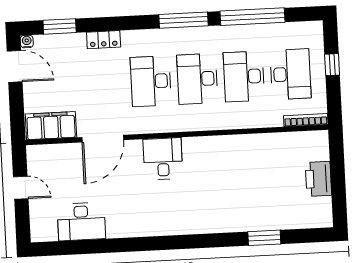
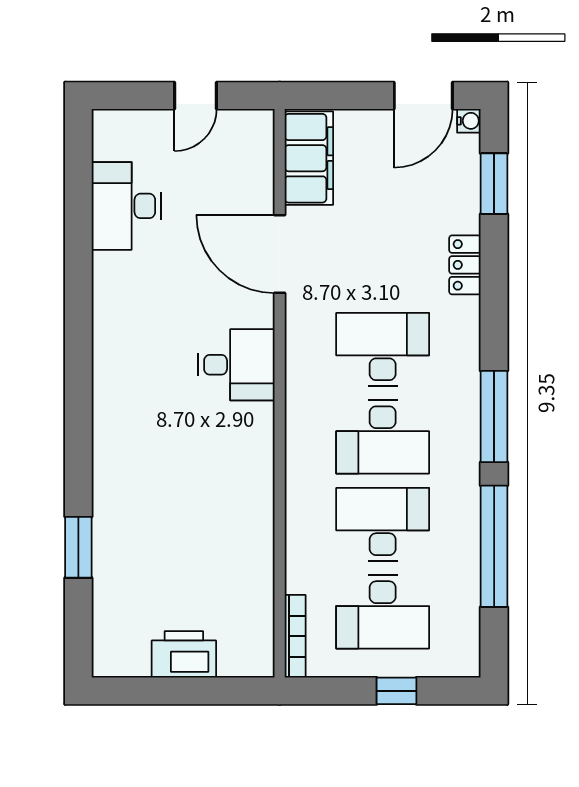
desk: (197, 79) -> (383, 437), turned 180

